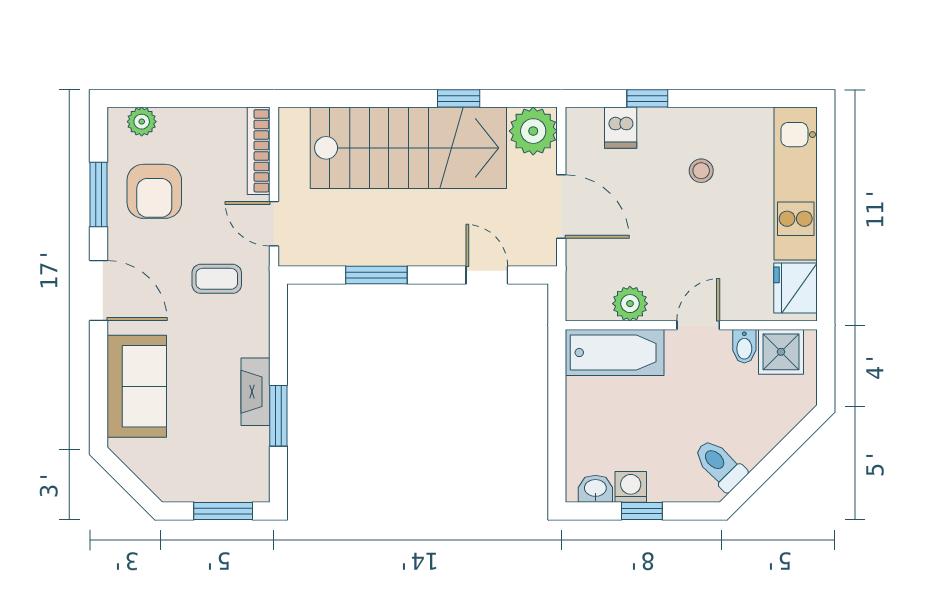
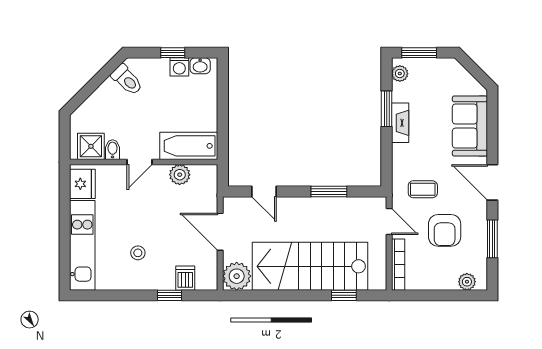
window: (459, 98) -> (344, 295), moved
armchair: (154, 191) -> (445, 230), moved, turned 180
plant: (256, 476) -> (400, 74), added

